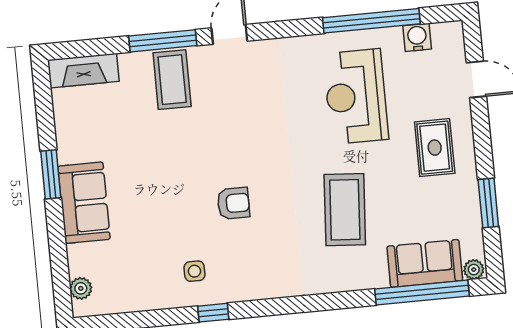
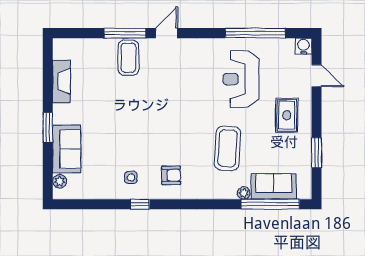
water cooler: (417, 37) -> (304, 46), moved
fireplace: (83, 71) -> (62, 81), moved, turned -90
window: (51, 174) -> (48, 127), moved
sofa: (84, 203) -> (67, 149), moved
armchair: (233, 203) -> (171, 175), moved
plant: (474, 270) -> (244, 193), moved

